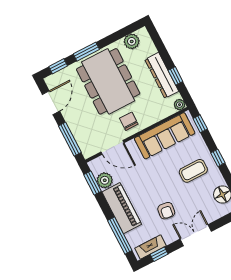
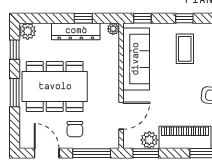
plant: (132, 41) -> (28, 31), moved
window: (58, 66) -> (15, 50), moved
chair: (129, 121) -> (75, 129), moved, turned -90

